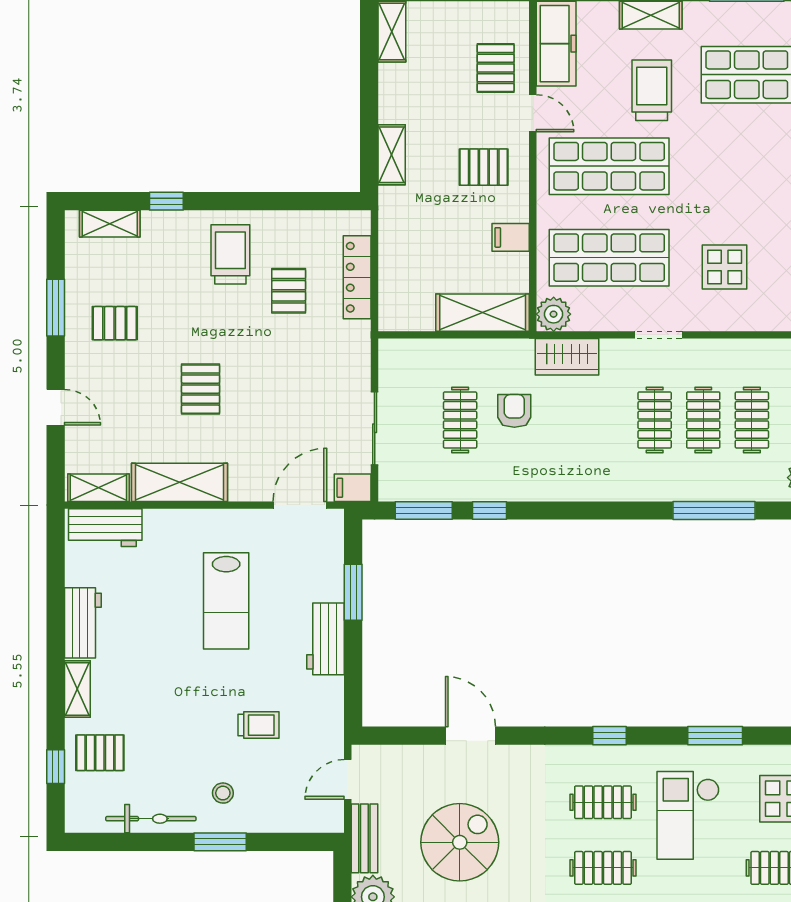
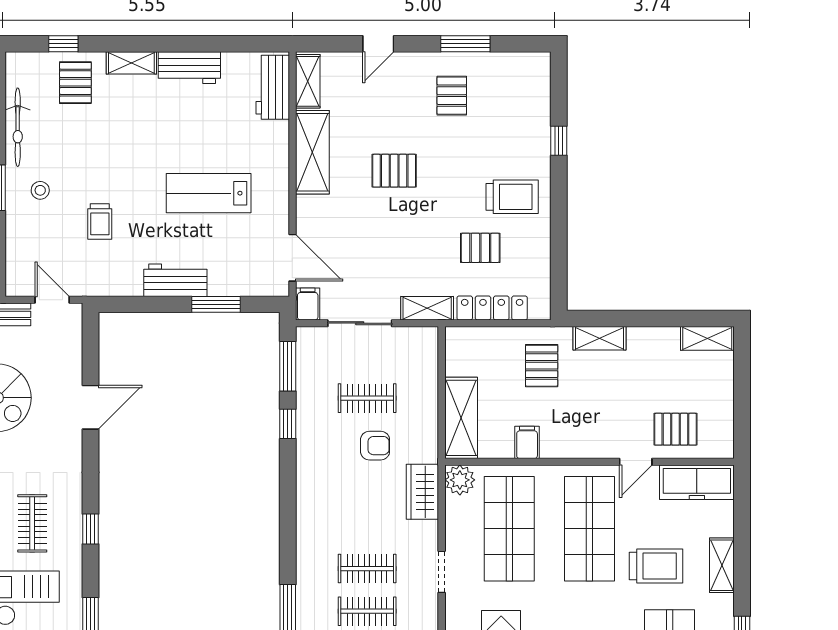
pallet: (484, 167) -> (542, 366), moved
shelving: (110, 224) -> (427, 308), moved, turned 90

